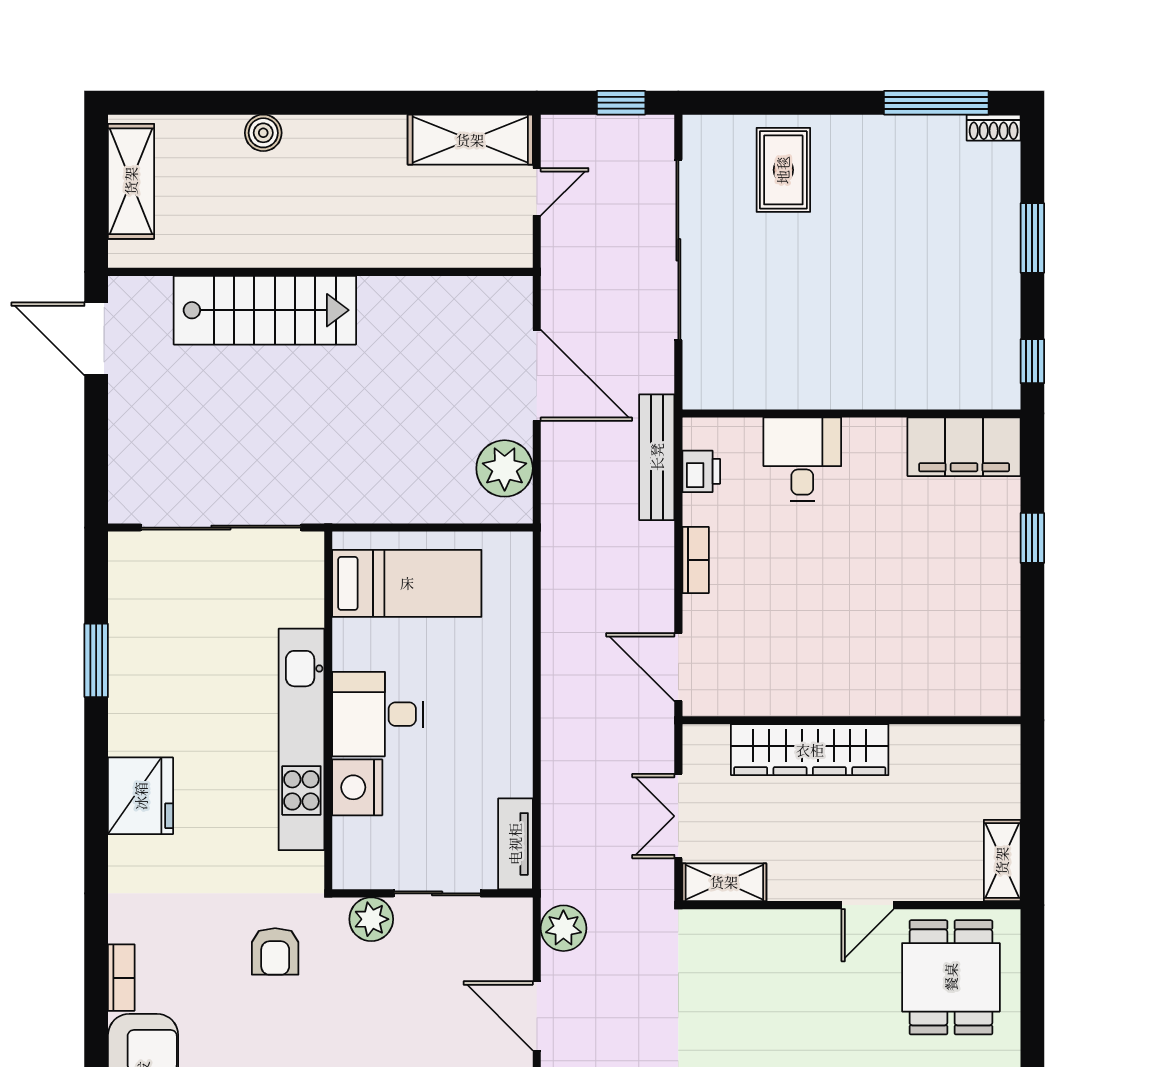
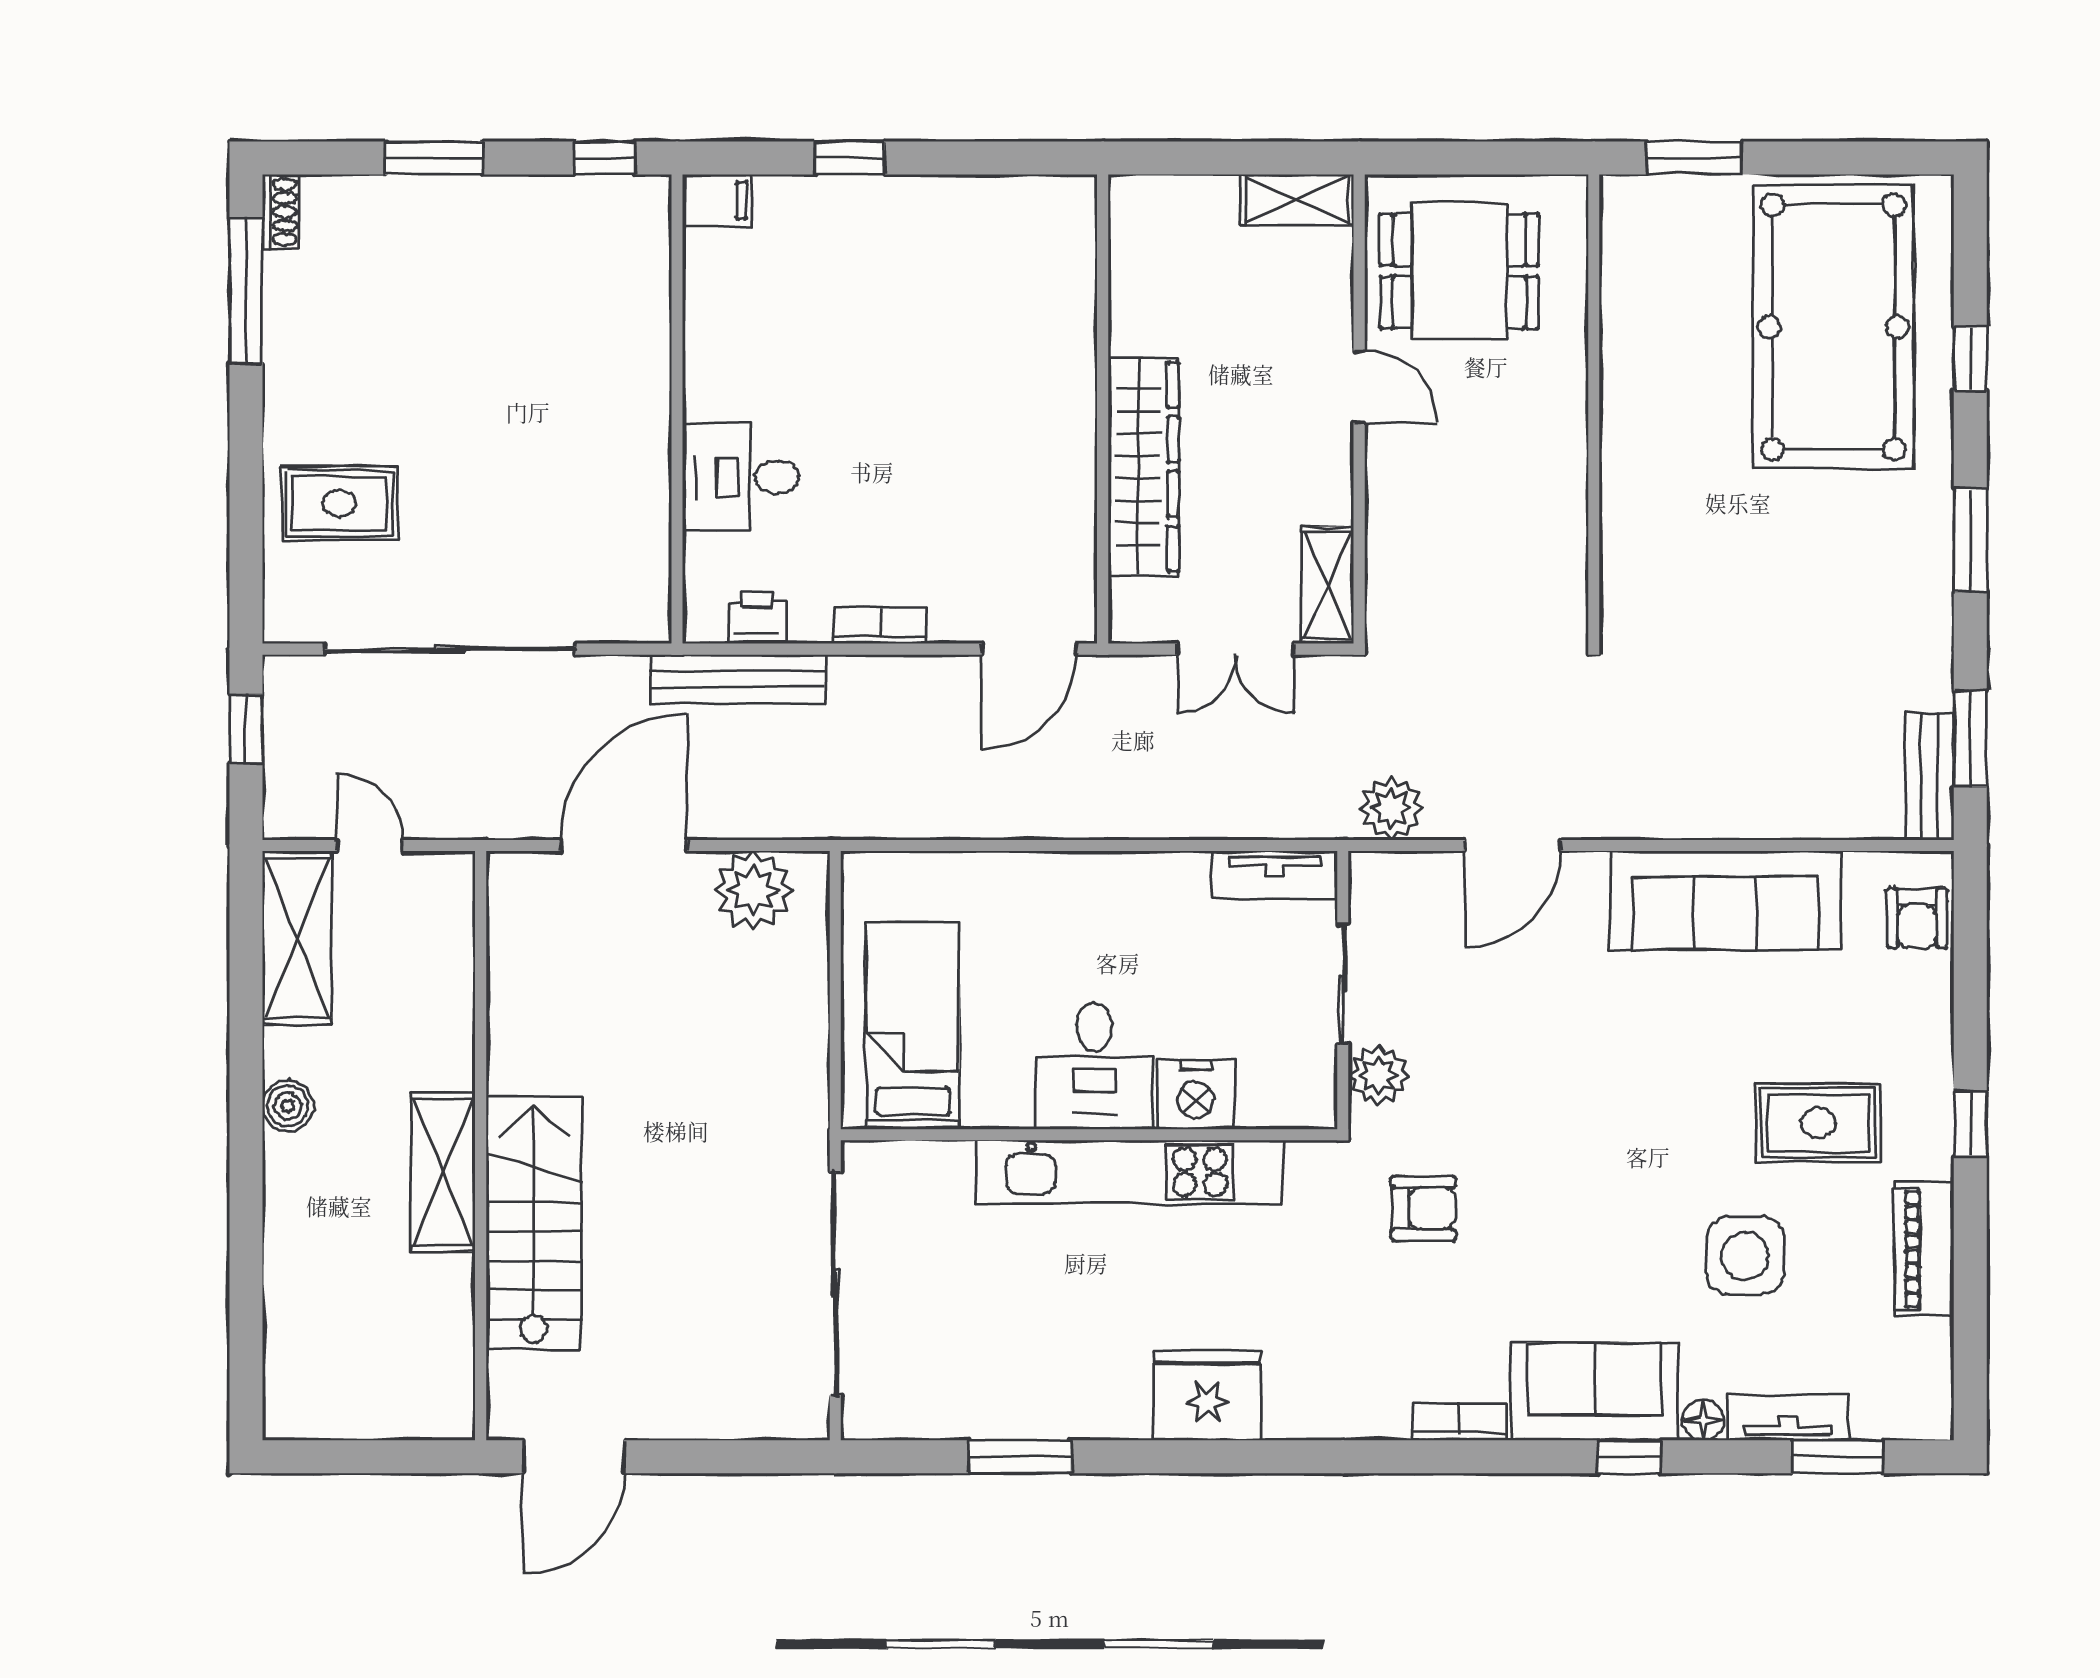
boiler: (263, 133) -> (288, 1106), moved
shelving: (131, 181) -> (443, 1172), moved, turned 90
filing cabinet: (964, 447) -> (717, 200), width x0.33, depth x0.86

